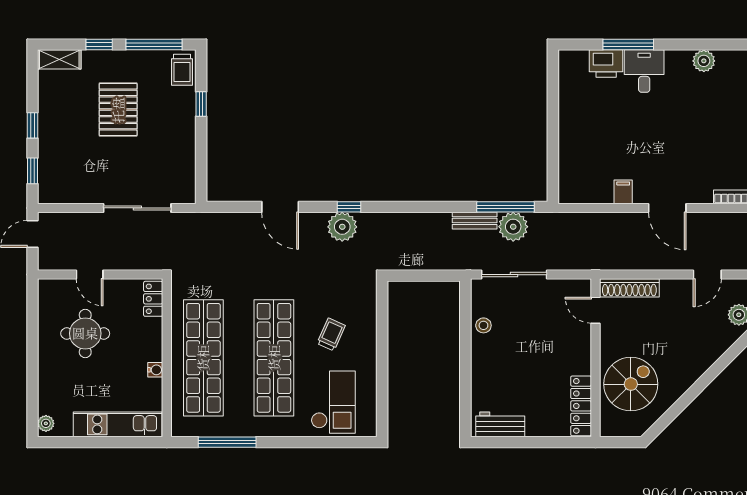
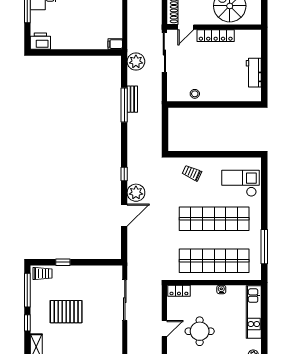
printer: (606, 64) -> (40, 41), moved, turned -90
filing cabinet: (623, 192) -> (115, 44), moved
window: (506, 207) -> (124, 105), moved
plant: (342, 227) -> (136, 193), moved
plant: (513, 227) -> (136, 62), moved
sliding door: (514, 275) -> (164, 53), moved
trolley: (331, 334) -> (192, 173), moved
locker: (581, 406) -> (216, 36), moved
workbench: (500, 424) -> (254, 73), moved

